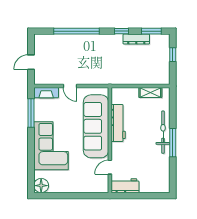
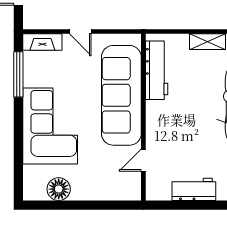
workbench: (118, 123) -> (157, 70), moved
floor lamp: (41, 186) -> (59, 189), moved
workbench: (125, 186) -> (194, 189), moved

